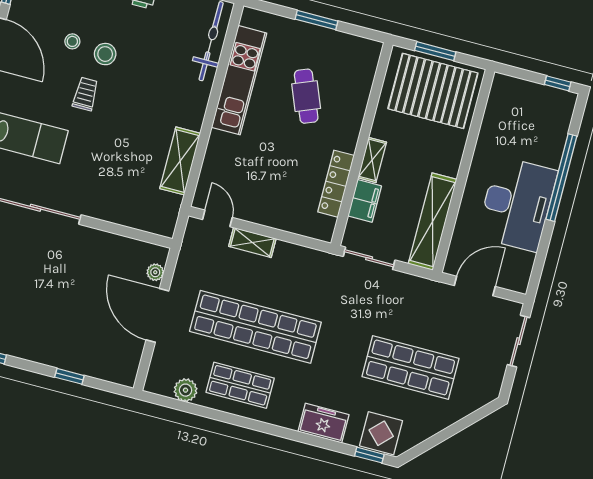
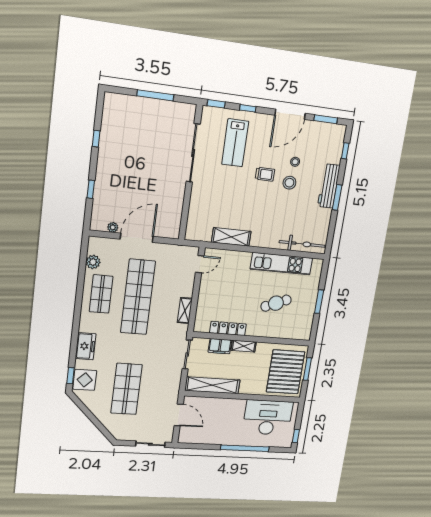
desk: (517, 204) -> (268, 417), moved, turned 180
shelving: (252, 243) -> (185, 310), moved
plant: (155, 272) -> (113, 227), moved

